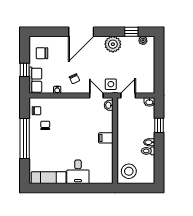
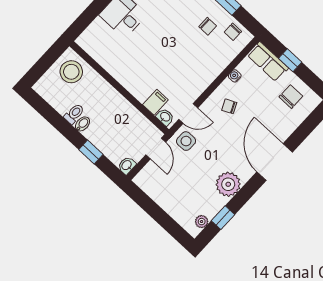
filing cabinet: (106, 138) -> (155, 102), moved

